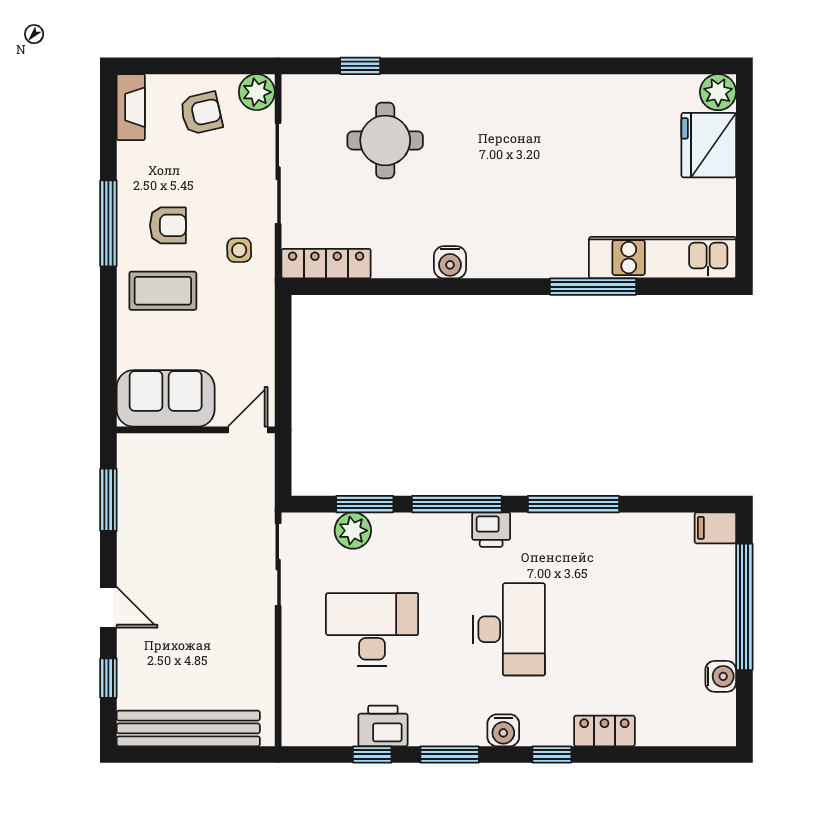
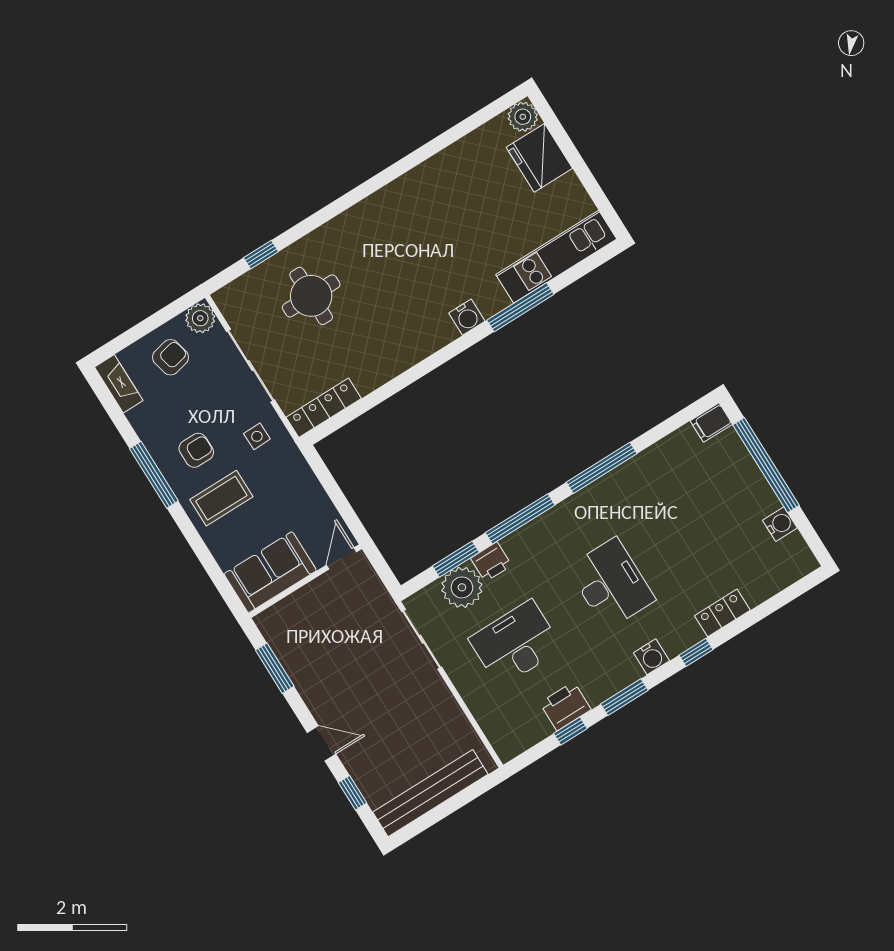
water cooler: (450, 262) -> (467, 317), moved
printer: (491, 530) -> (491, 562), moved
plant: (353, 531) -> (462, 587), width x1.36, depth x1.36

